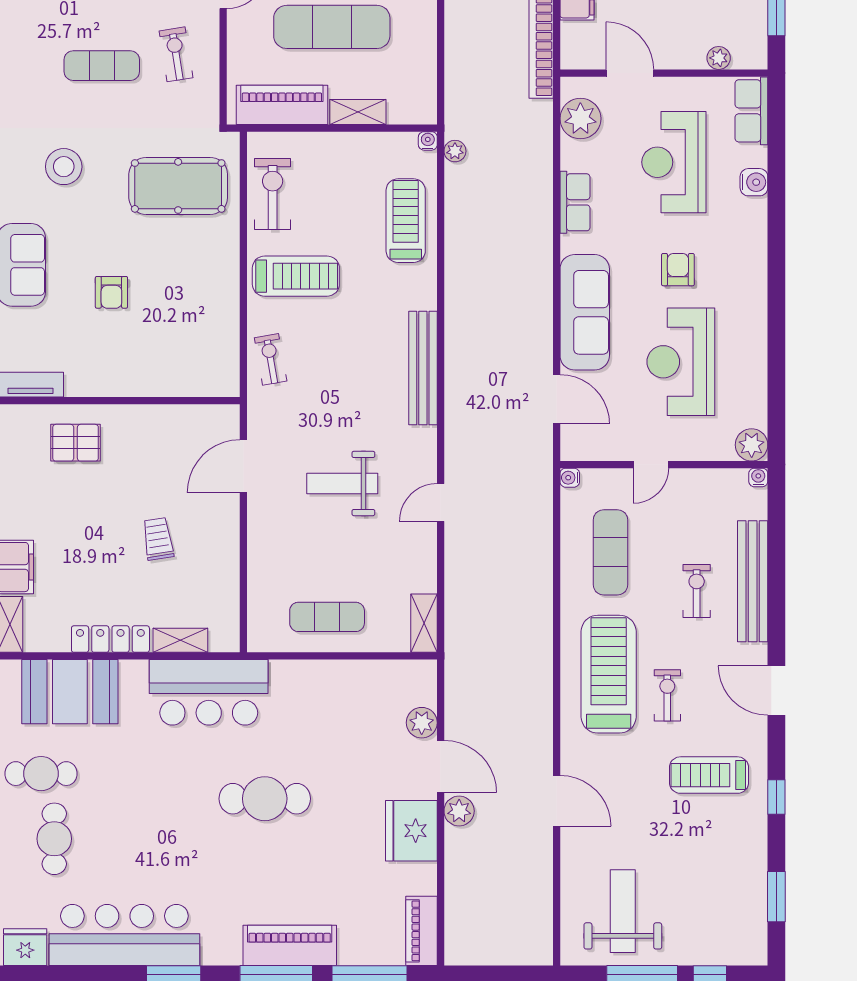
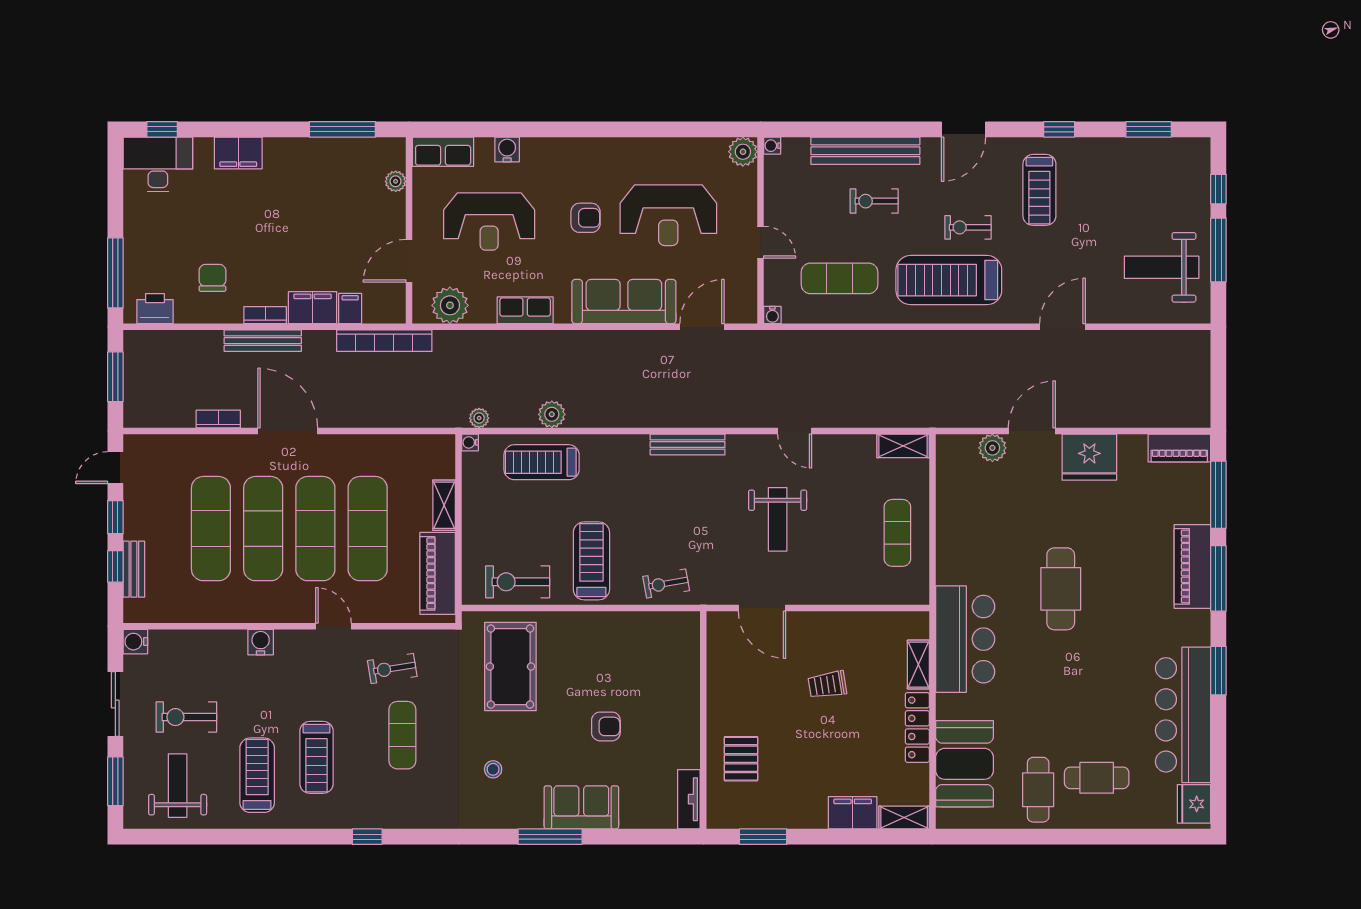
stool: (64, 167) -> (493, 769), width x0.53, depth x0.53
armchair: (678, 270) -> (586, 218), turned 180
bench: (423, 368) -> (688, 445), width x0.73, depth x0.82
plant: (459, 811) -> (552, 414), moved

